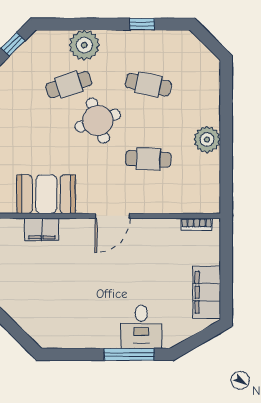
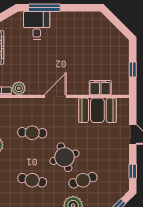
plant: (169, 229) -> (19, 88), added

